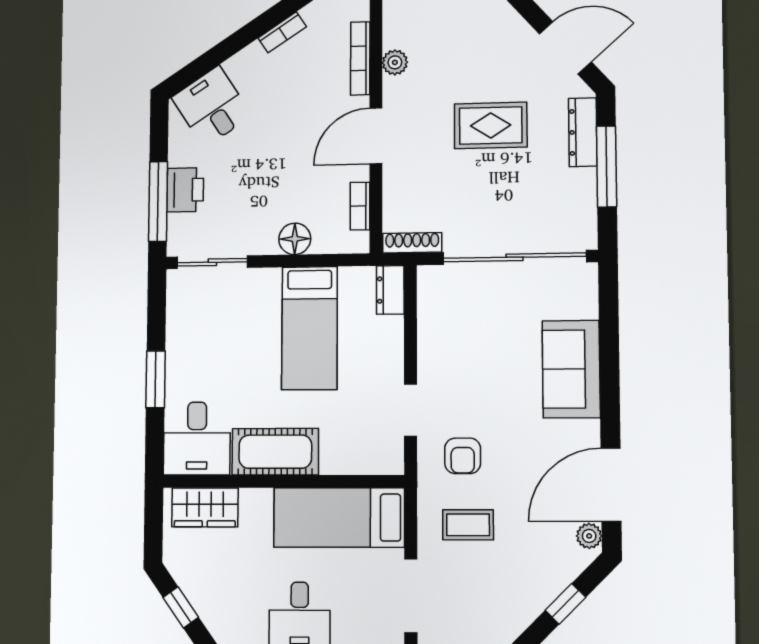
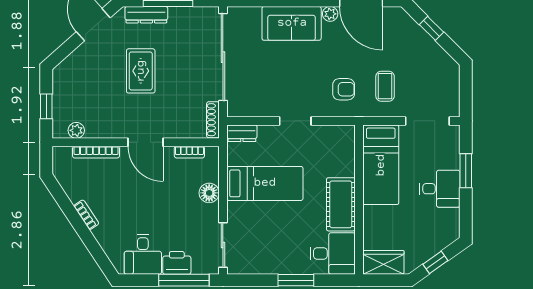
bookcase: (282, 32) -> (86, 215), moved
plant: (395, 62) -> (76, 130), moved
desk: (212, 106) -> (143, 254), moved, turned -57
doorway: (411, 410) -> (295, 121), moved
wardrobe: (205, 507) -> (383, 262), moved, turned -90
plant: (589, 536) -> (330, 14), moved

